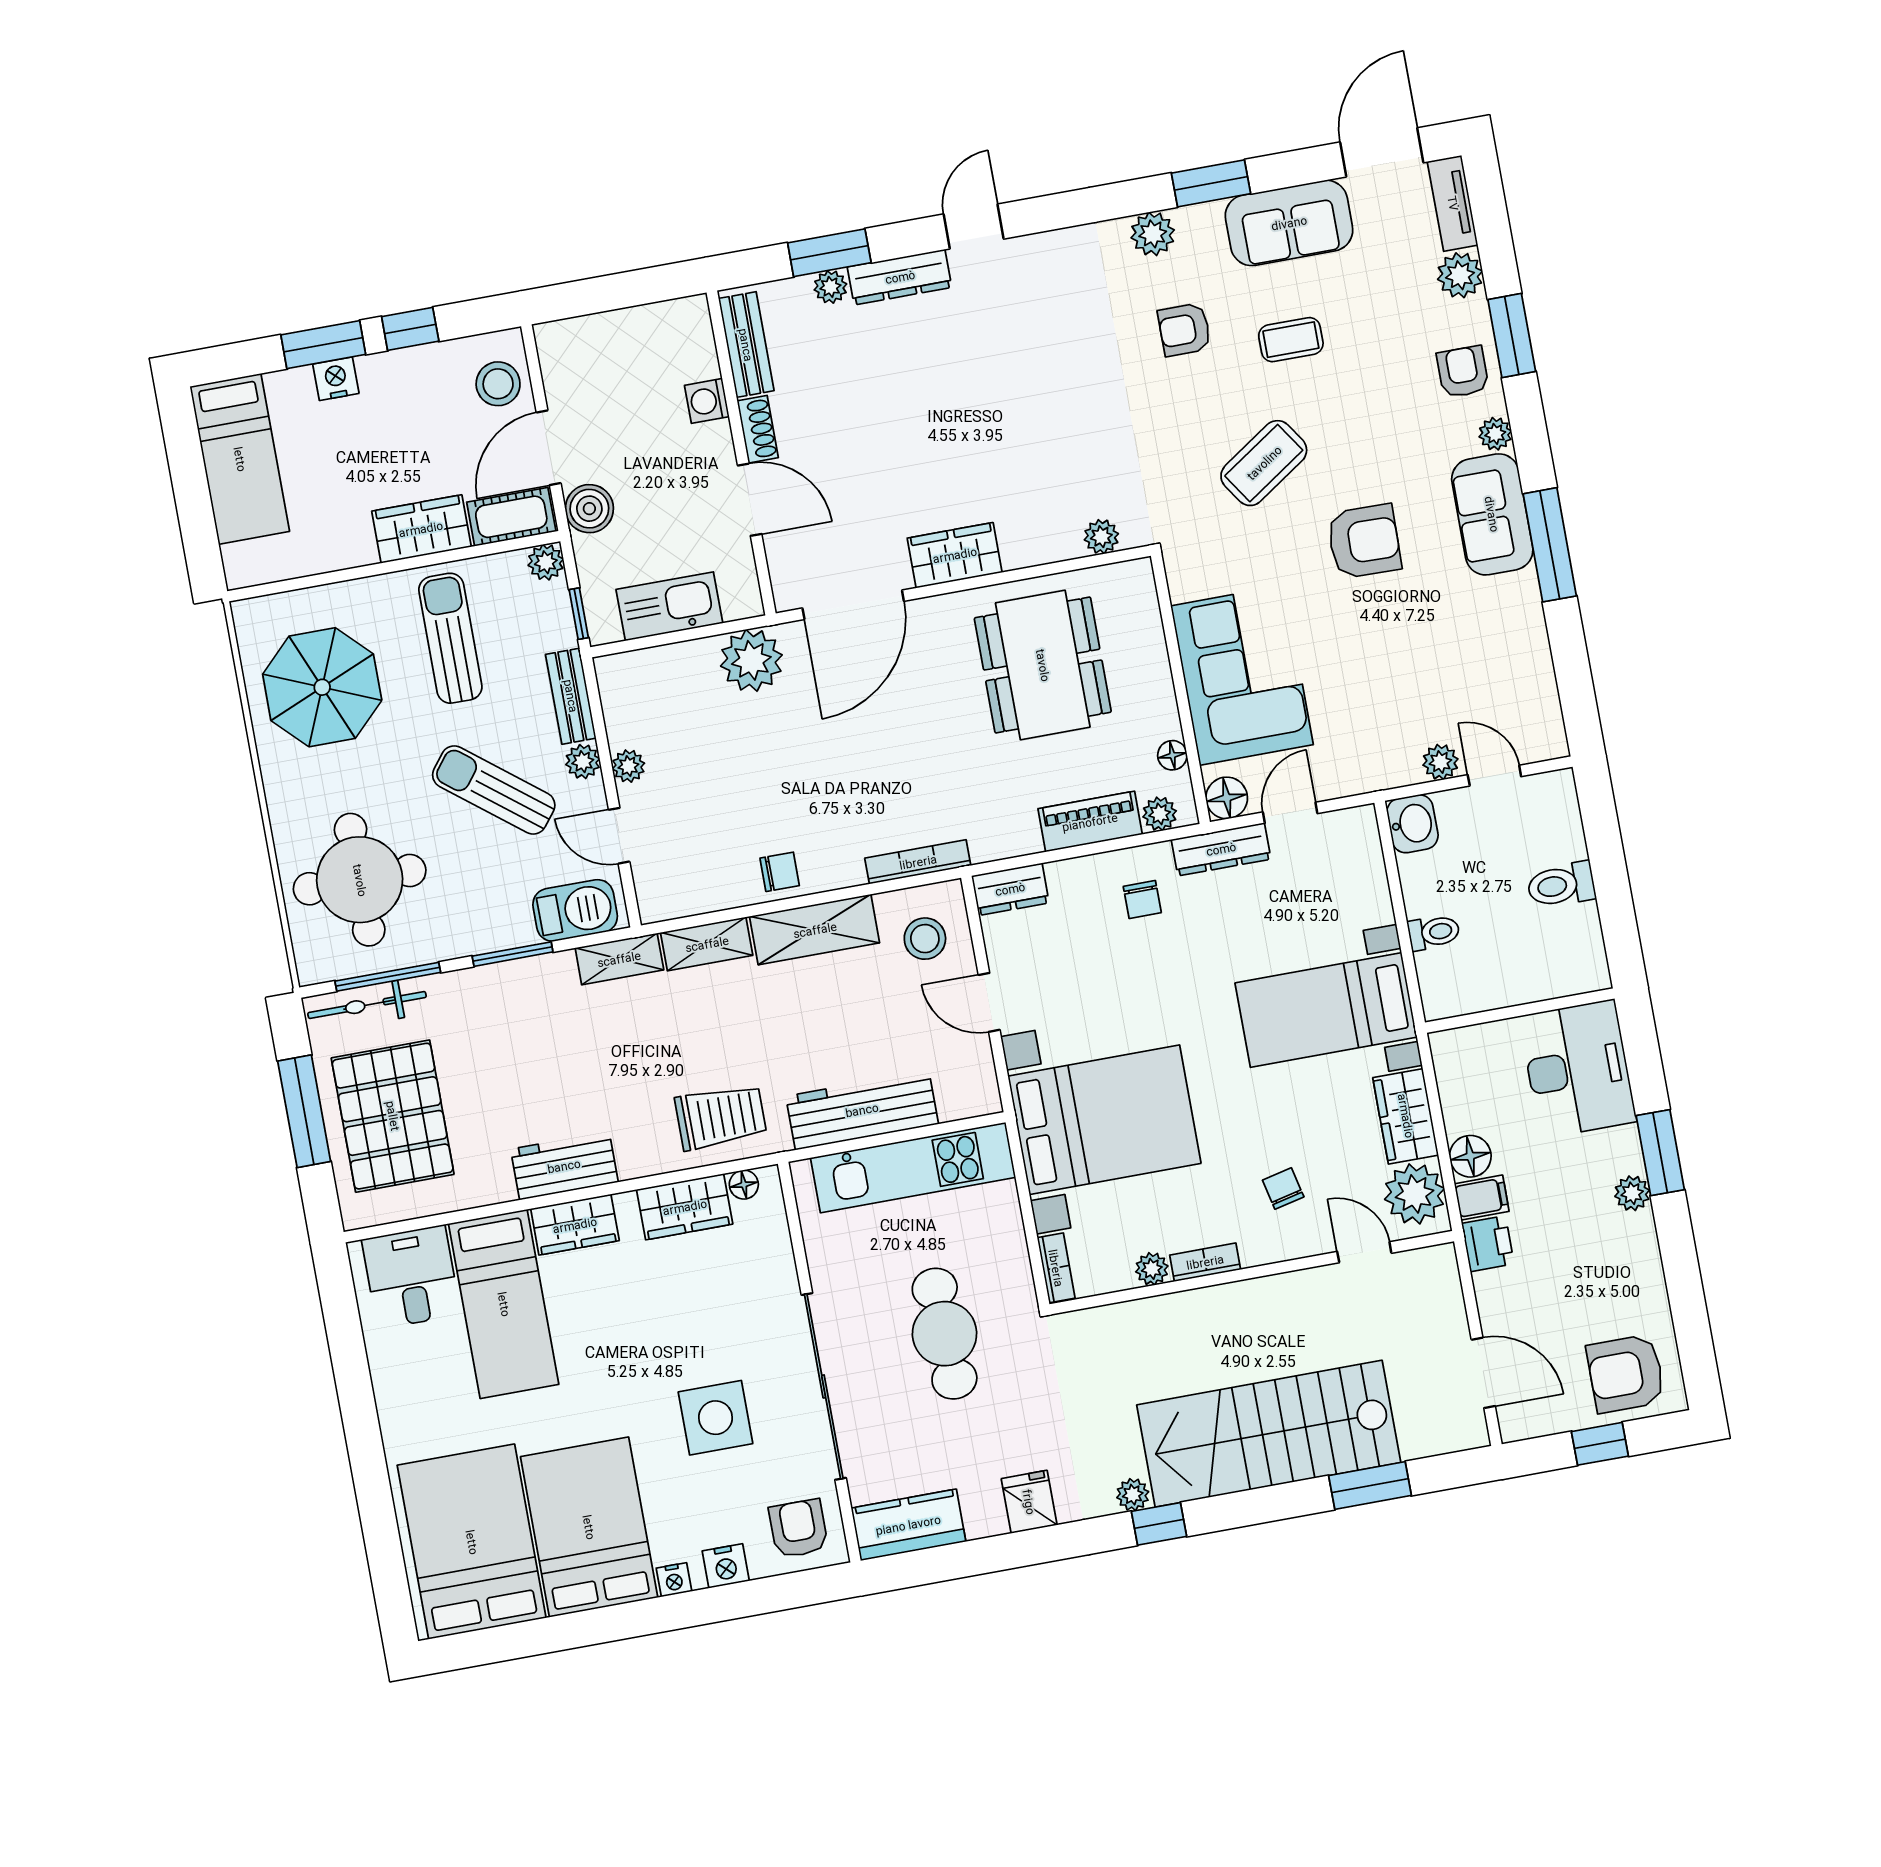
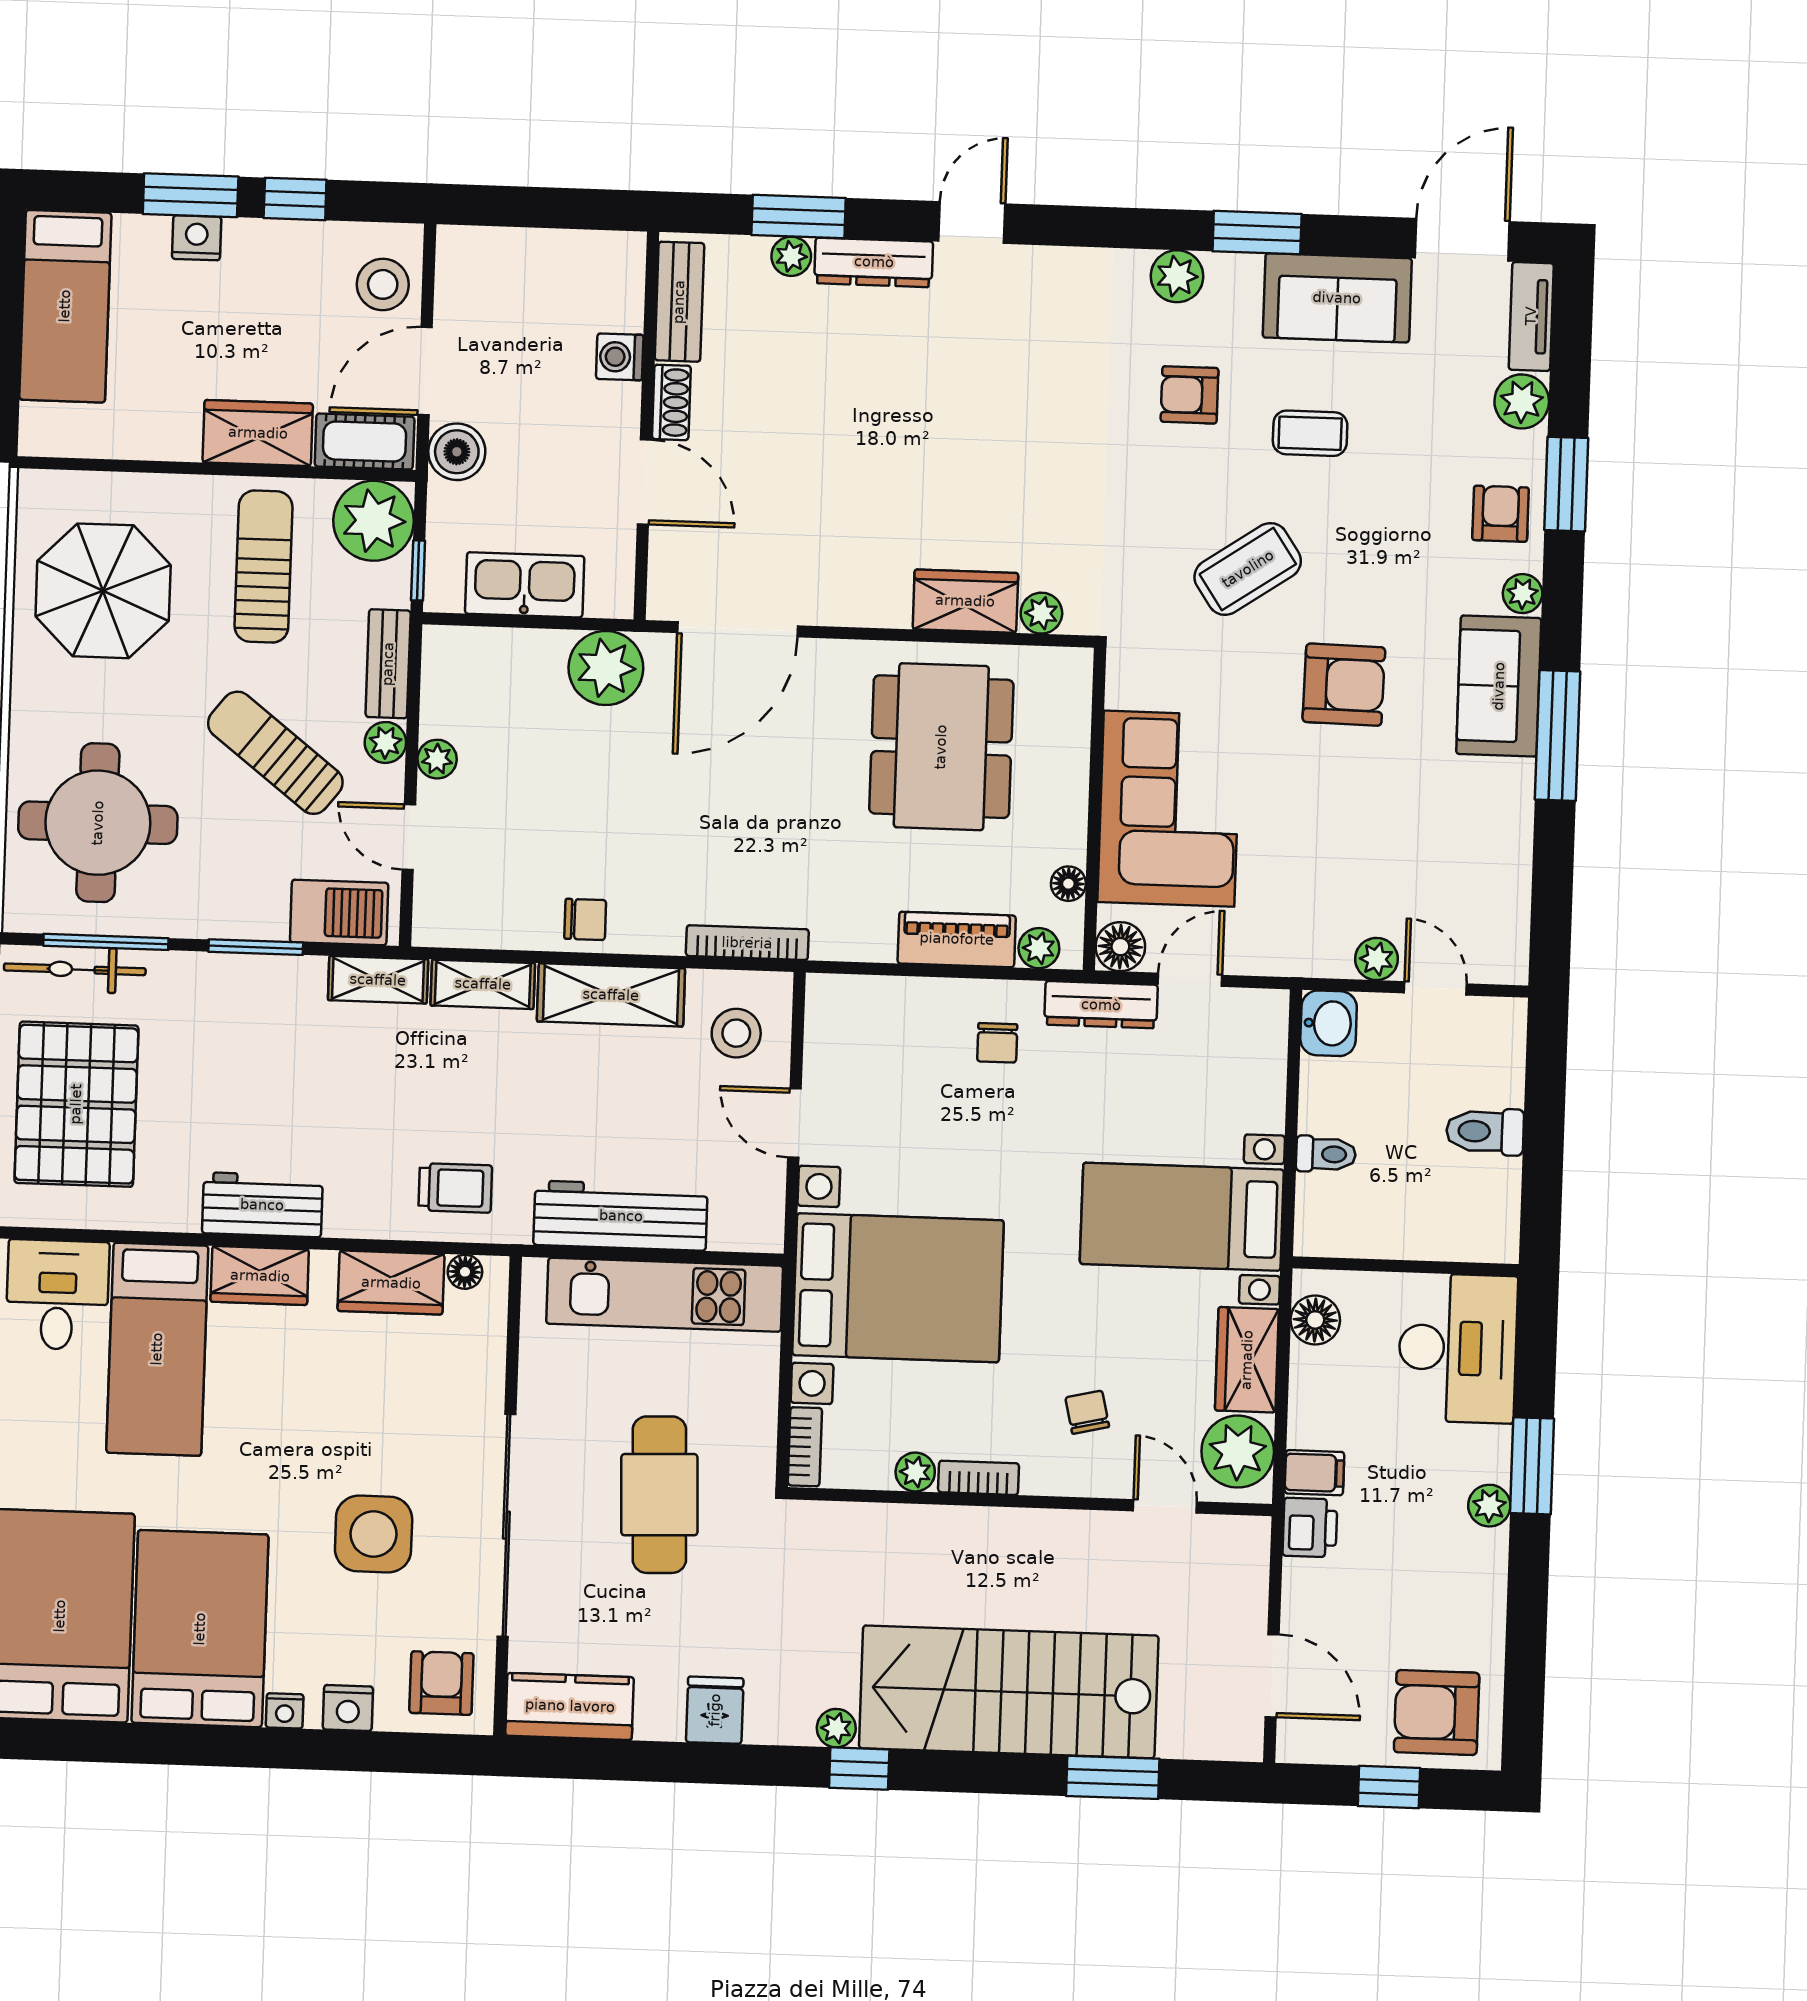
wardrobe: (955, 555) -> (965, 601), moved
plant: (546, 562) -> (374, 521), width x1.87, depth x1.87
dresser: (1010, 889) -> (847, 998), removed
trolley: (721, 1117) -> (455, 1188), width x0.73, depth x0.72
floor lamp: (1470, 1156) -> (1315, 1320), moved

